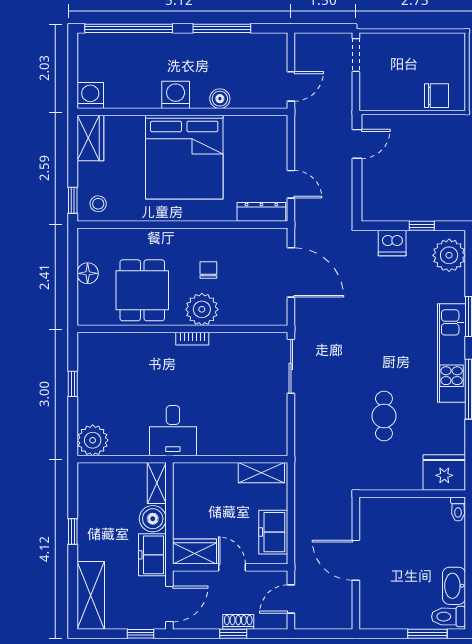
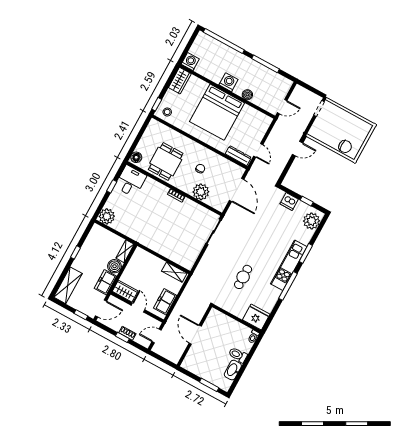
floor lamp: (88, 273) -> (136, 157), moved
plant: (202, 309) -> (201, 192), moved
desk: (173, 431) -> (131, 181), moved, turned 180
toilet: (448, 617) -> (238, 355), moved

